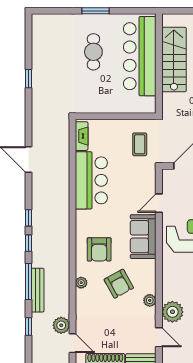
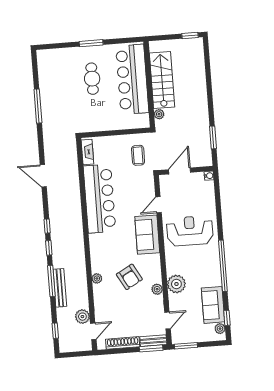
window: (29, 79) -> (38, 106), width x2.17
plant: (168, 99) -> (159, 114), added
bar counter: (91, 180) -> (99, 199), width x1.36
armchair: (99, 249) -> (110, 249), removed
plant: (172, 312) -> (176, 284), moved
window: (29, 327) -> (55, 331), moved
door: (159, 337) -> (167, 320), hinge flipped
door: (72, 343) -> (93, 331), hinge flipped

